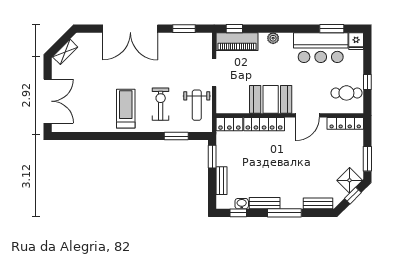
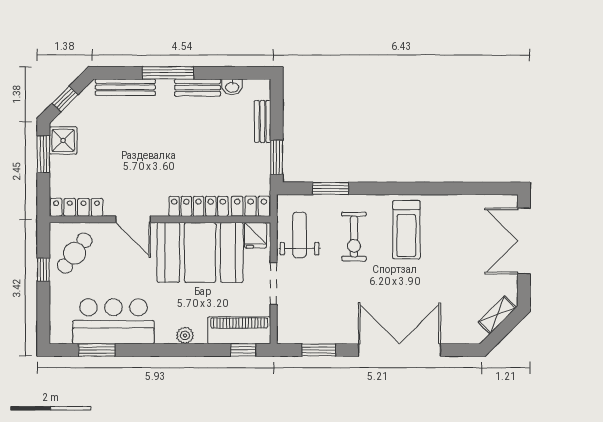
fridge: (356, 41) -> (255, 235), moved, turned 180
cafe table: (346, 93) -> (75, 253), turned -53
booth: (271, 99) -> (200, 252), width x1.36, depth x1.42
door: (308, 115) -> (133, 219), swing flipped
shower: (350, 180) -> (63, 140), moved, turned 45
bench: (318, 203) -> (125, 87), width x1.36
window: (238, 213) -> (237, 73), removed

